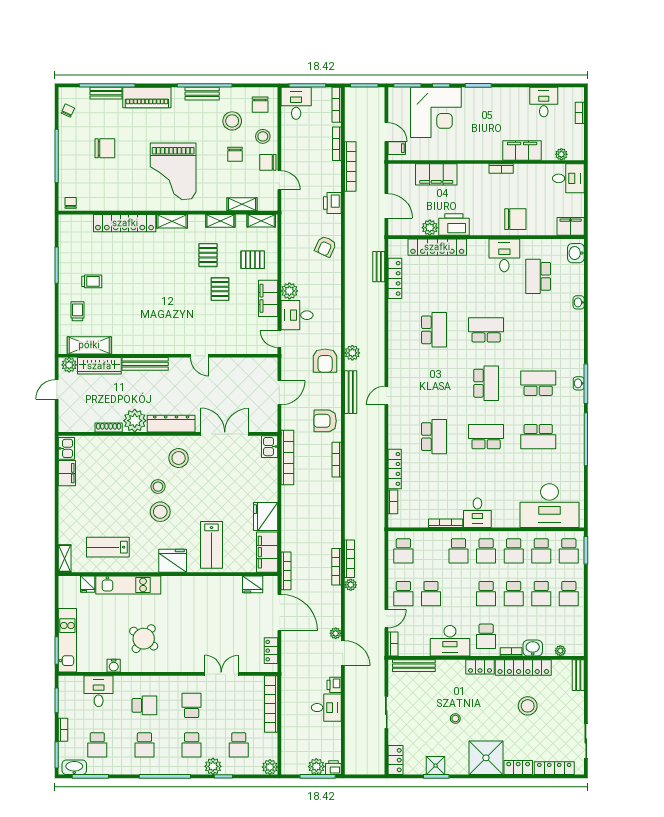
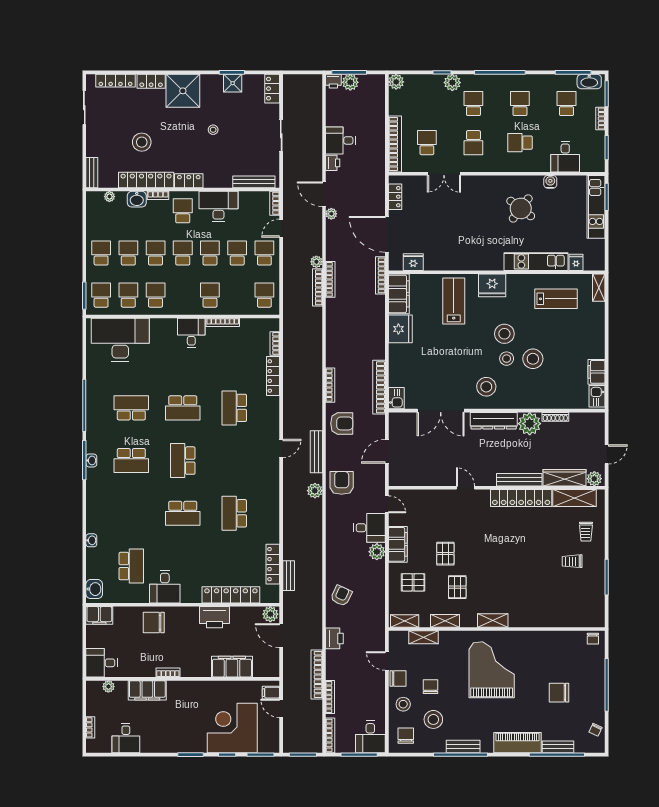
locker: (125, 223) -> (521, 498), moved, turned 180
plant: (430, 228) -> (270, 614), moved
stool: (131, 486) -> (533, 359), added
school desk: (486, 551) -> (210, 253), moved
school desk: (239, 745) -> (427, 143), moved

